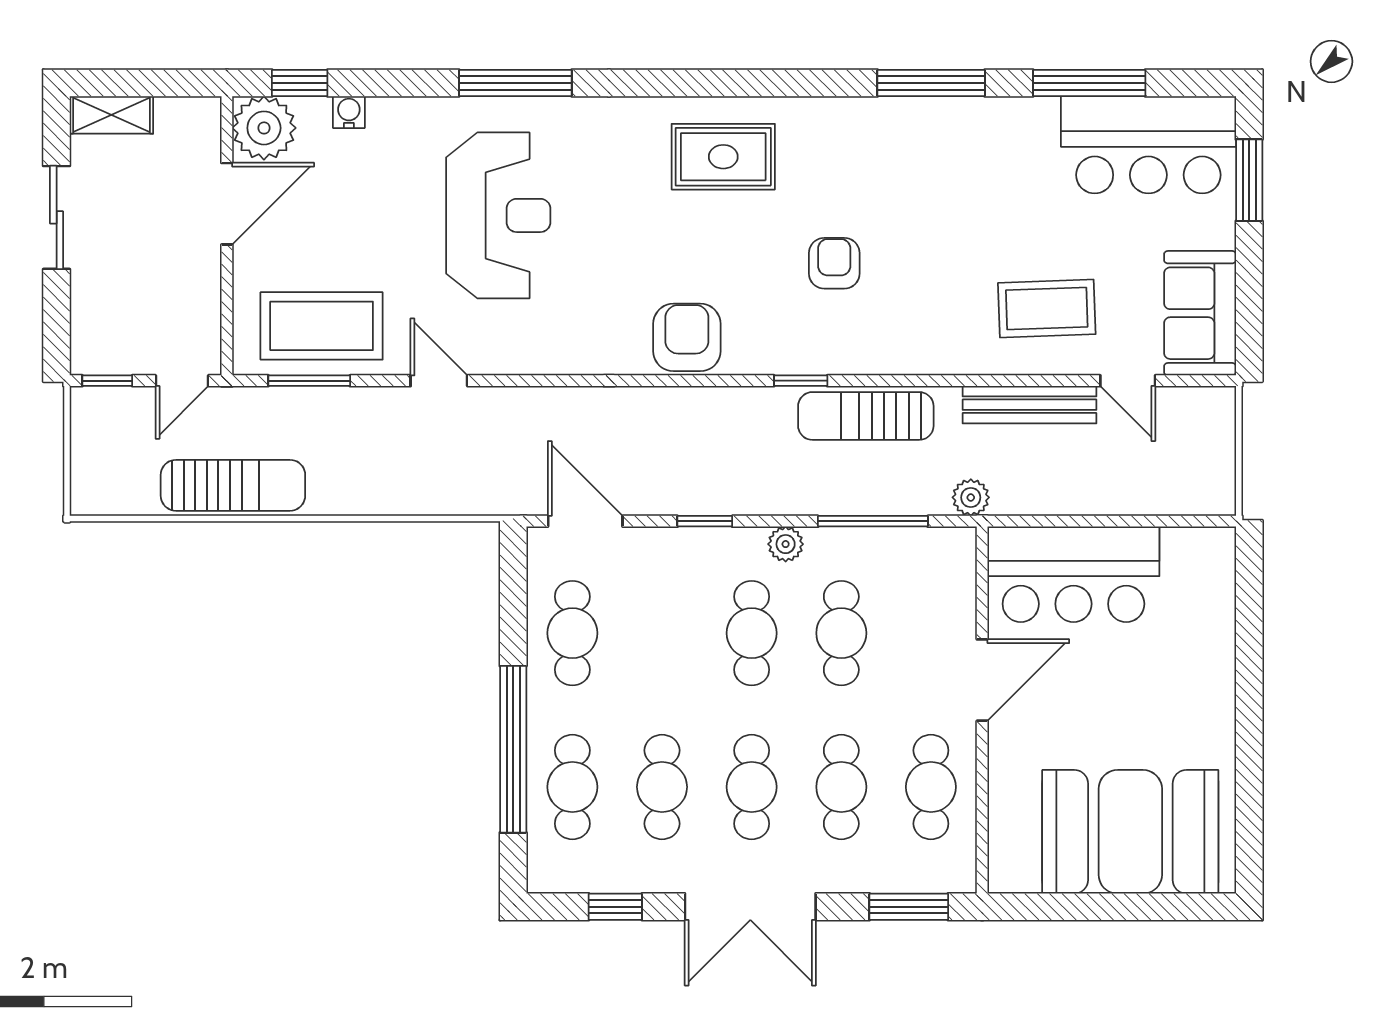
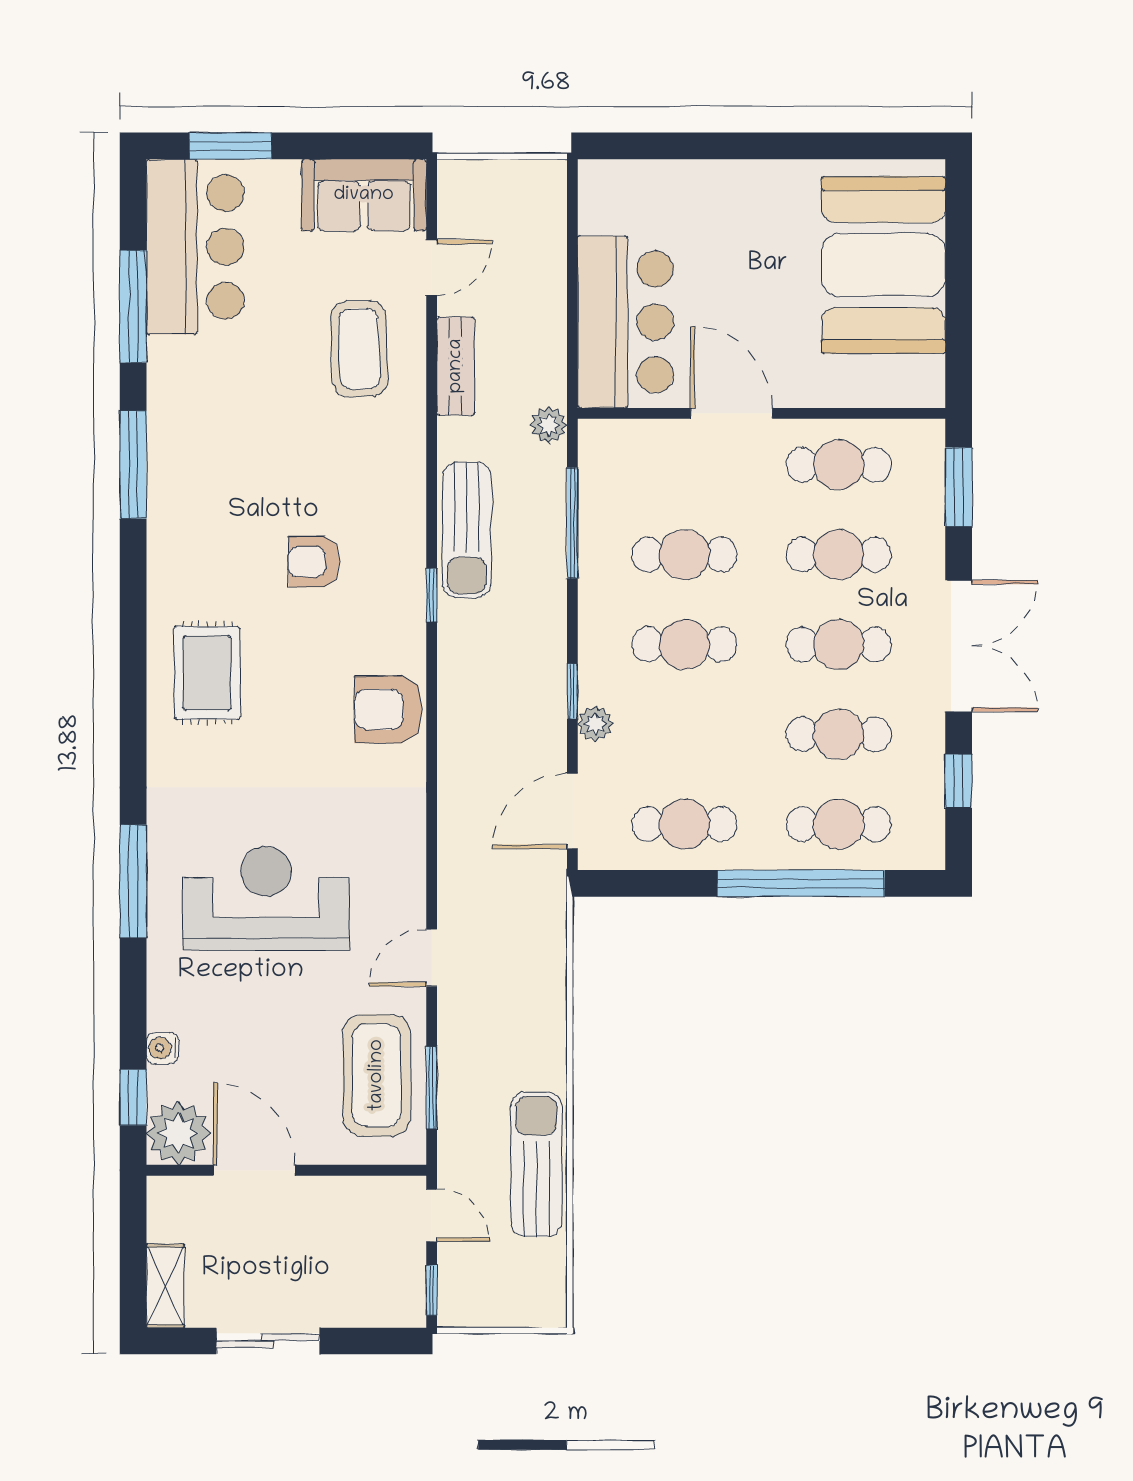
bench: (1029, 405) -> (456, 366), width x0.73
plant: (786, 544) -> (595, 724), moved

